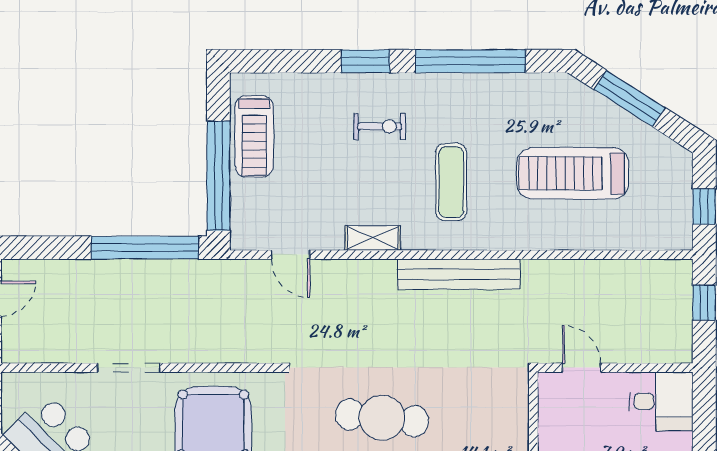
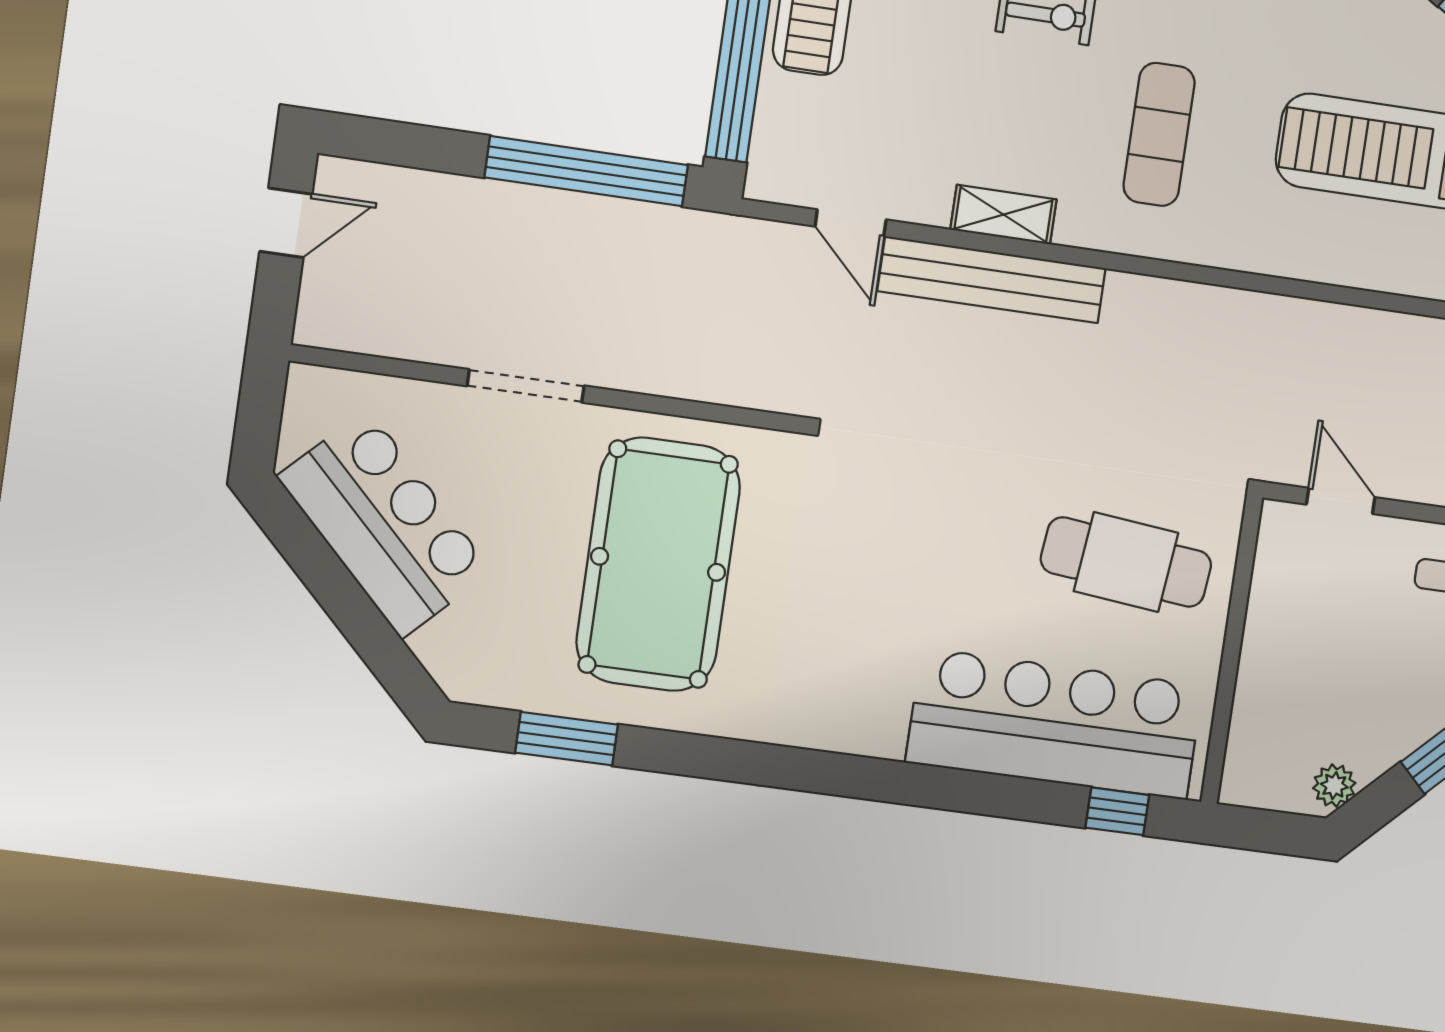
bench: (459, 274) -> (992, 280), moved
cafe table: (382, 418) -> (1126, 562), moved

